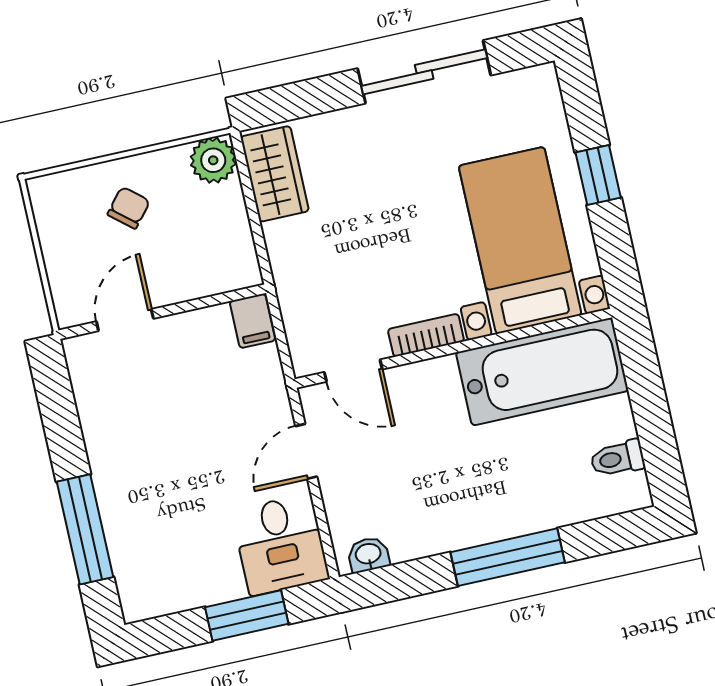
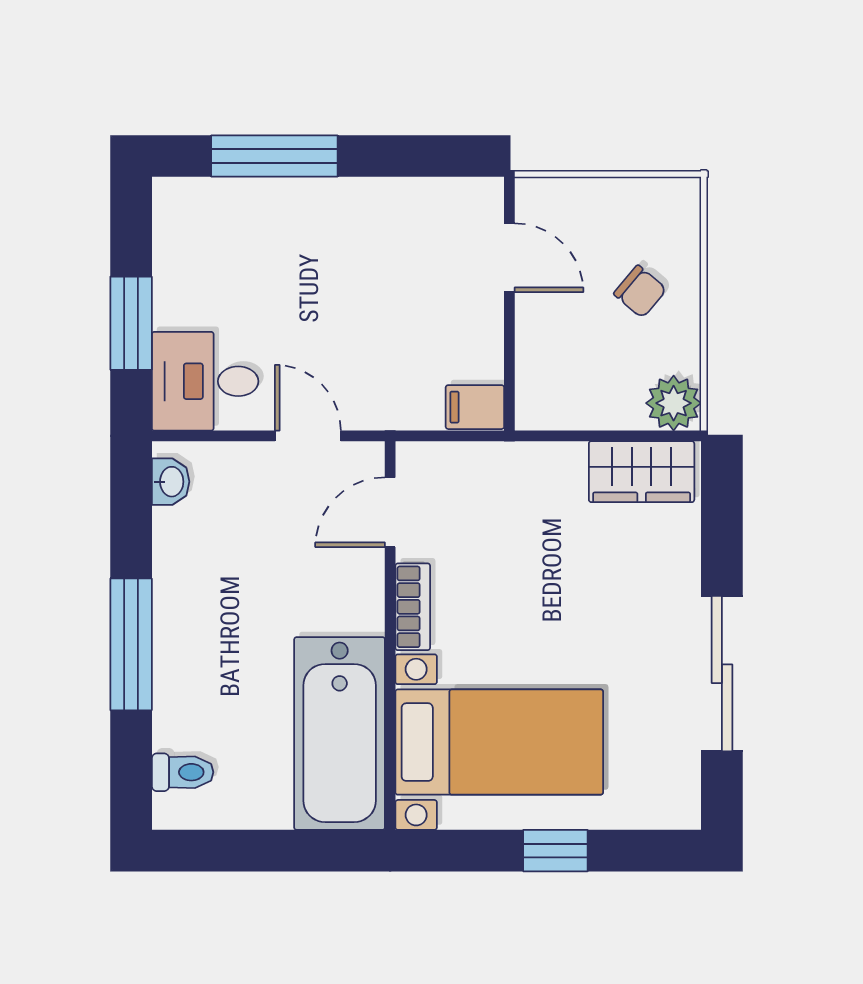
toilet: (617, 459) -> (183, 772), moved, turned 90

